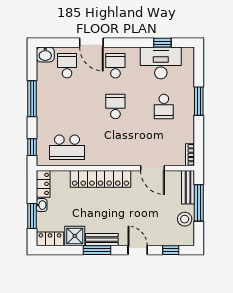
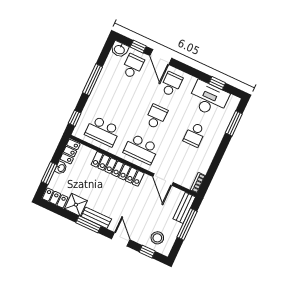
window: (63, 43) -> (138, 47), added
window: (199, 101) -> (234, 123), moved
school desk: (115, 147) -> (141, 149), added
stool: (185, 219) -> (157, 238), moved

